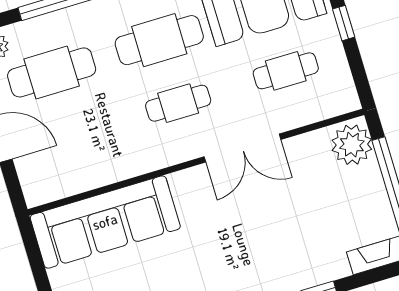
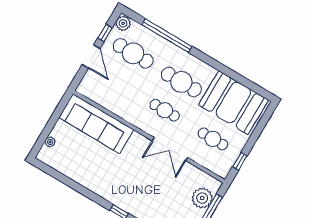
window: (344, 23) -> (240, 161), moved
plant: (352, 145) -> (202, 198), moved

